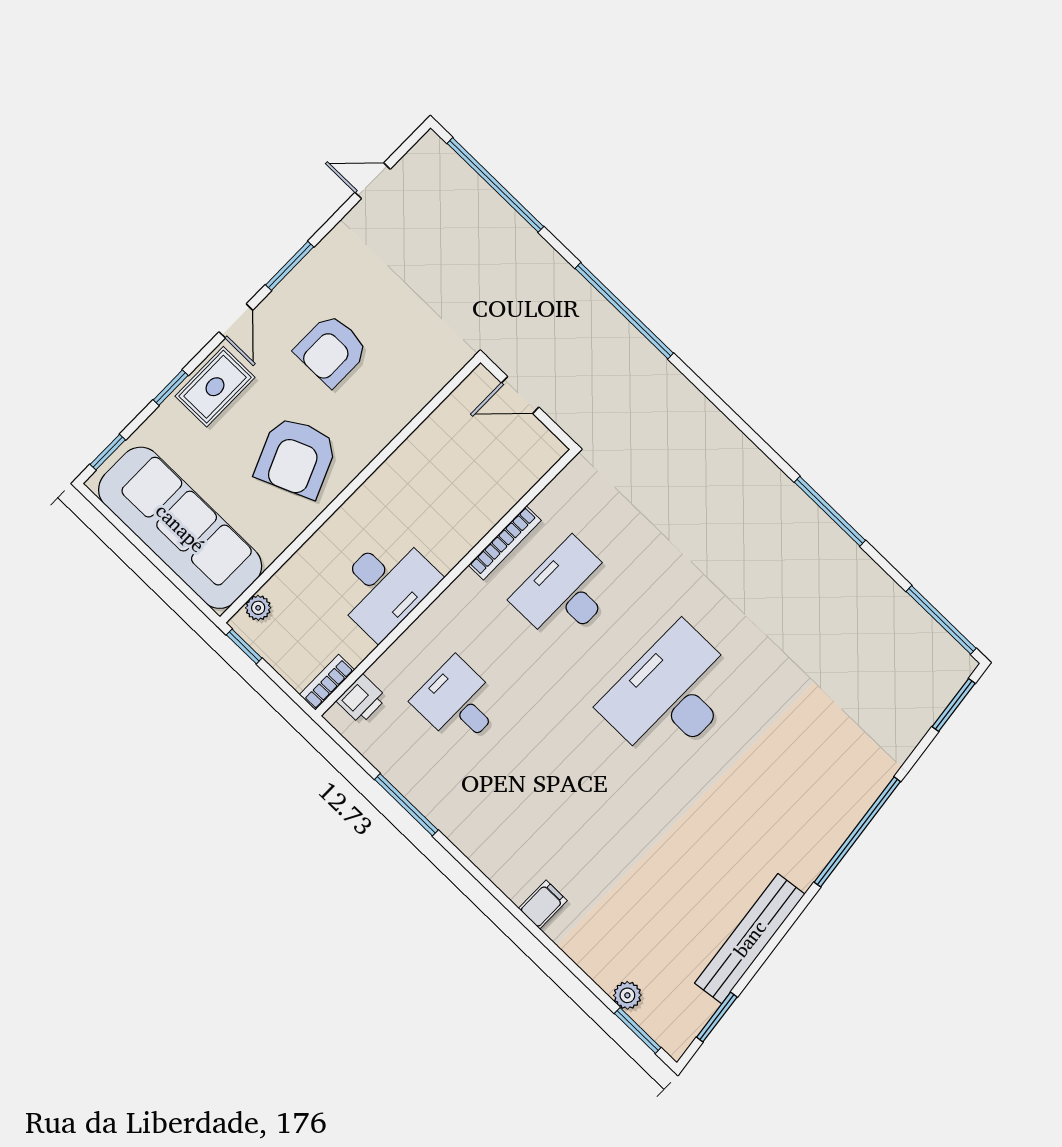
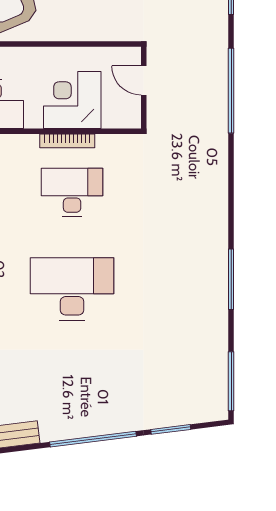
corner desk: (465, 494) -> (72, 100), added
window: (954, 705) -> (171, 429), moved

